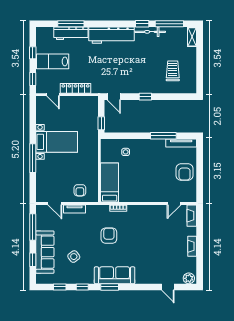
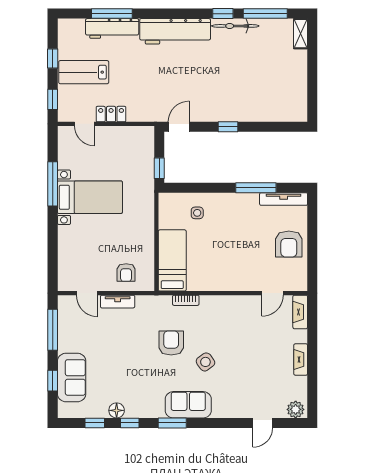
trolley: (173, 71) -> (271, 87), removed
locker: (76, 88) -> (111, 114), width x0.66
door: (114, 97) -> (179, 127), swing flipped
window: (33, 158) -> (53, 184), moved
sofa: (45, 252) -> (72, 377), width x0.73
side table: (74, 257) -> (205, 362), moved
sofa: (115, 275) -> (188, 405), width x0.73
floor lamp: (74, 279) -> (117, 410), added
door: (168, 287) -> (263, 423), hinge flipped

